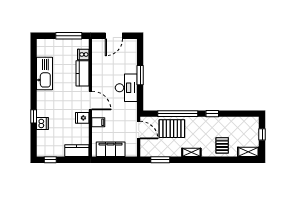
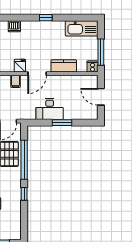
cooker: (83, 54) -> (92, 67), moved
kitchen sink: (45, 73) -> (82, 28), moved
window: (34, 116) -> (46, 18), moved

